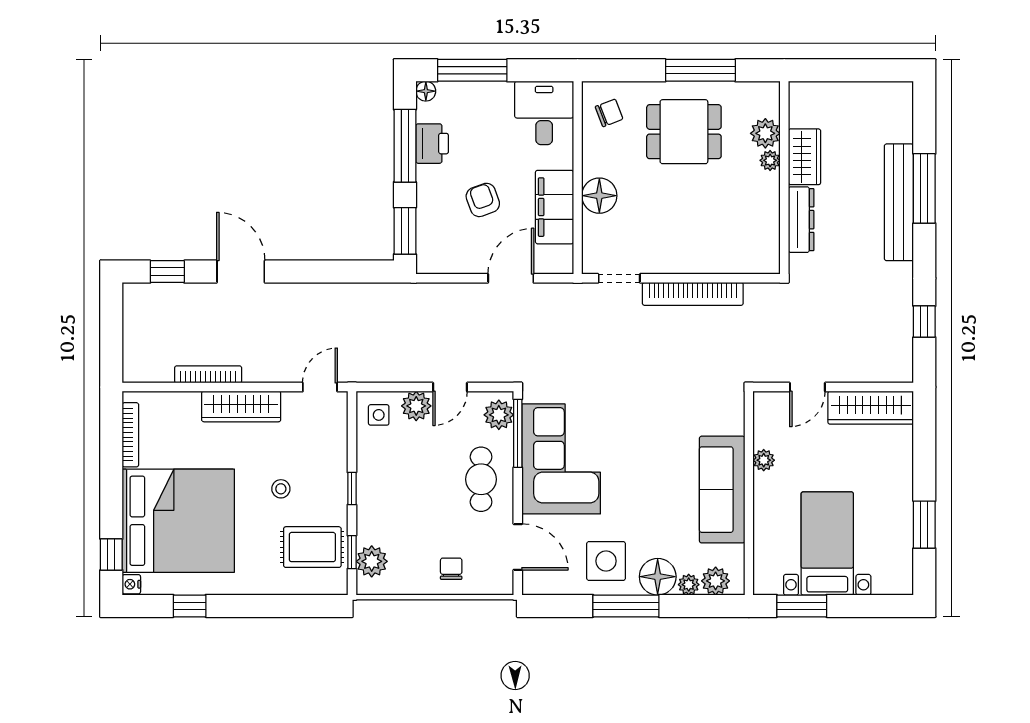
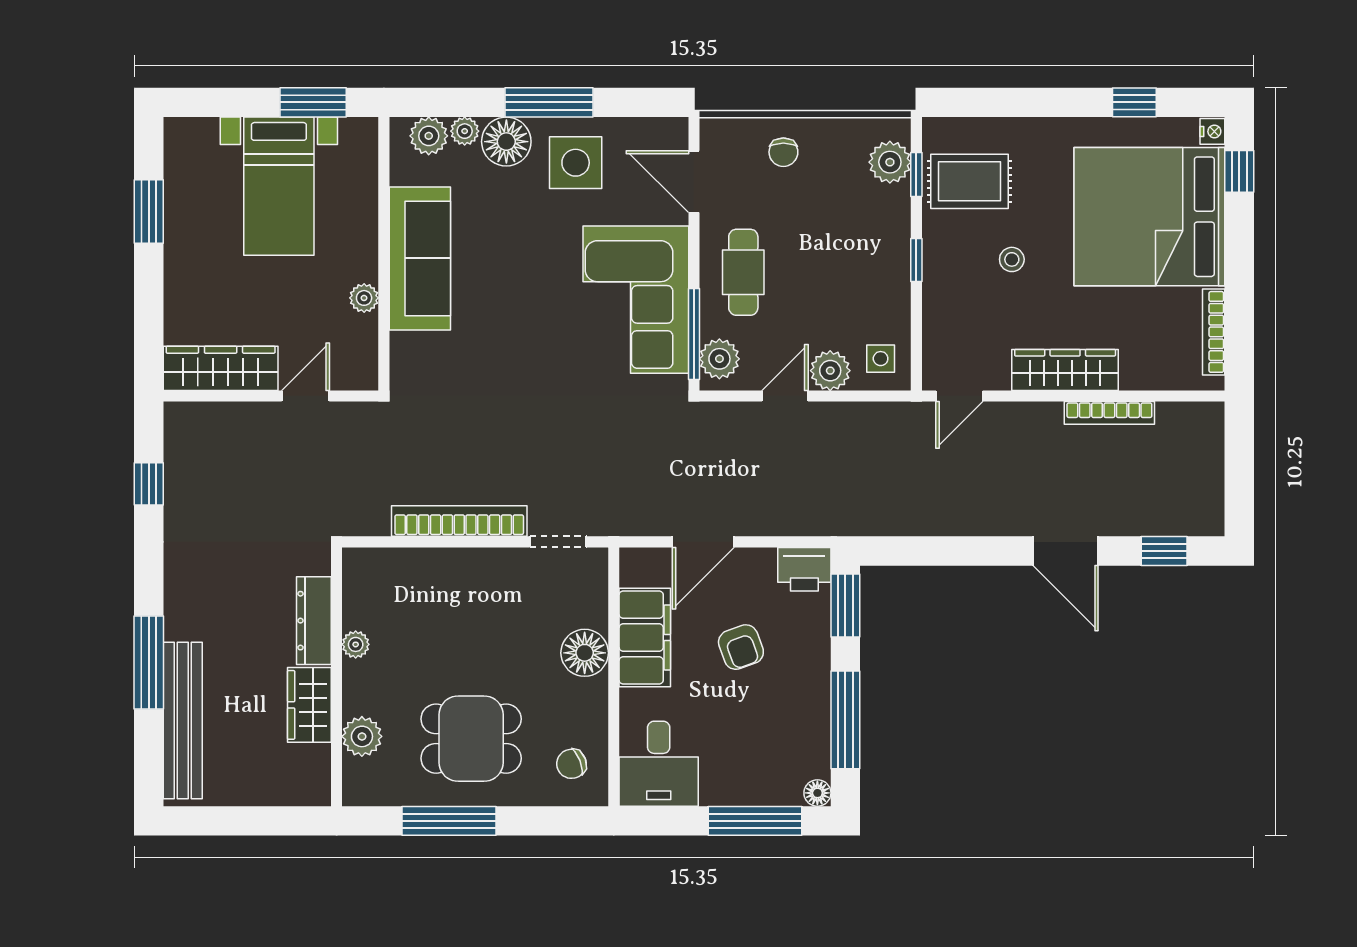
printer: (432, 144) -> (804, 569), moved, turned -90
plant: (770, 160) -> (356, 644), moved
bench: (899, 202) -> (183, 721), moved

